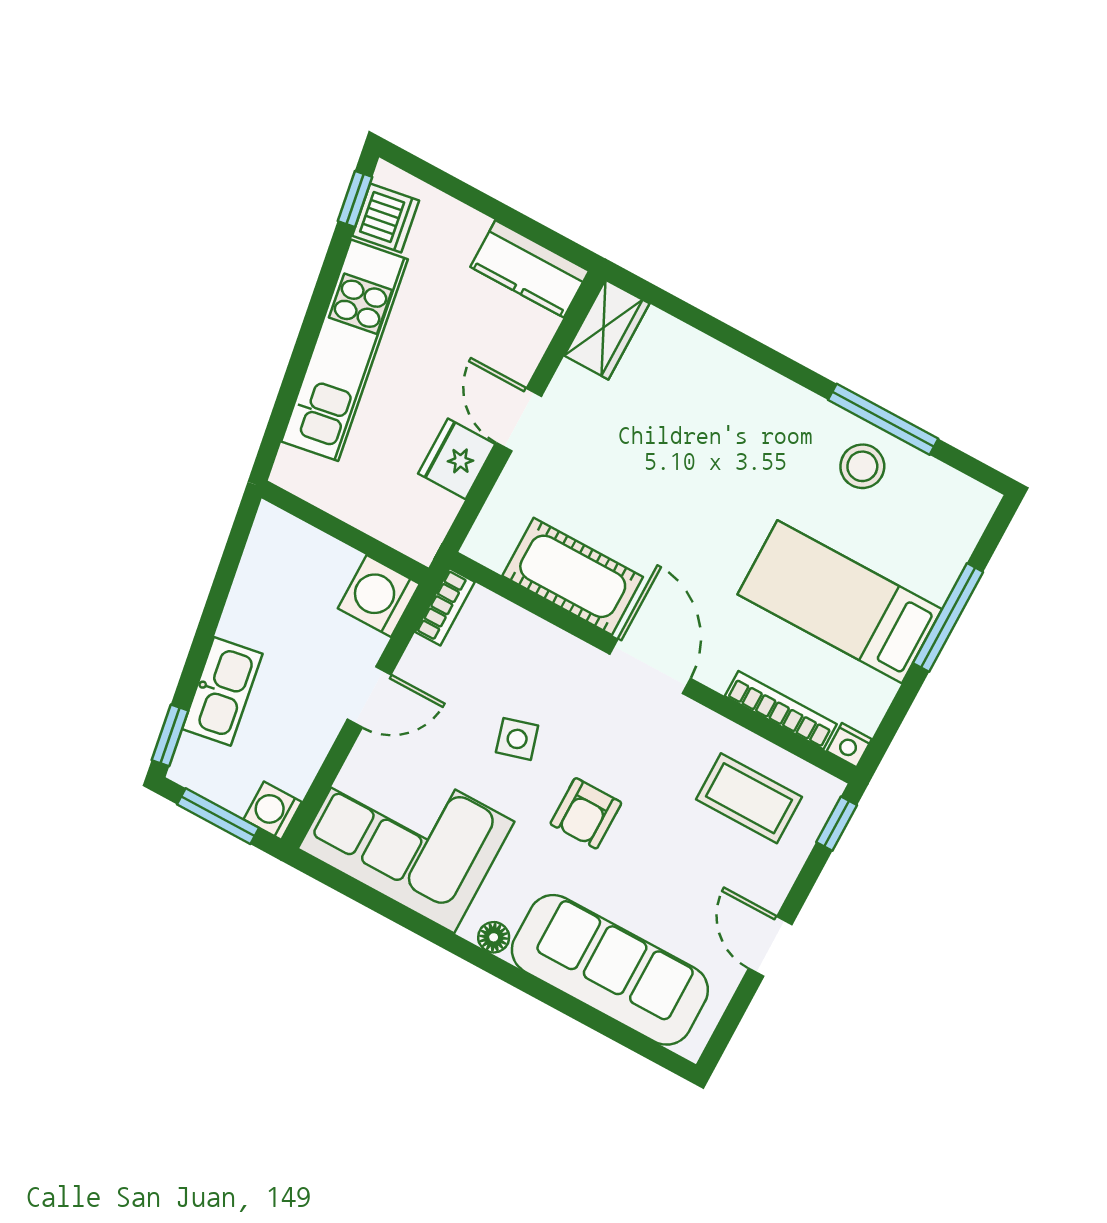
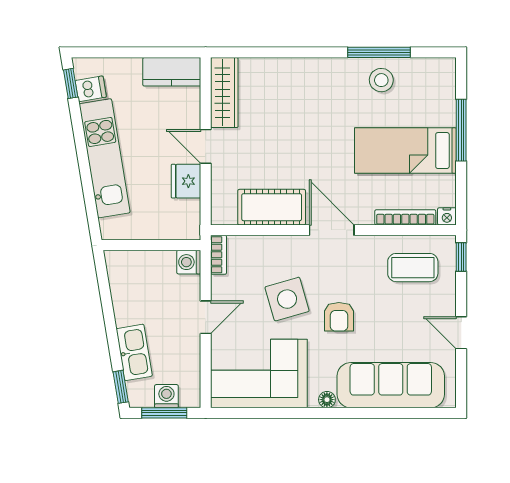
dishwasher: (386, 218) -> (91, 89), width x0.73
wardrobe: (607, 330) -> (224, 93), width x1.50
washing machine: (379, 596) -> (189, 262), width x0.73, depth x0.73
side table: (517, 739) -> (287, 299), width x1.87, depth x1.87
washing machine: (273, 811) -> (166, 396), moved, turned 90

